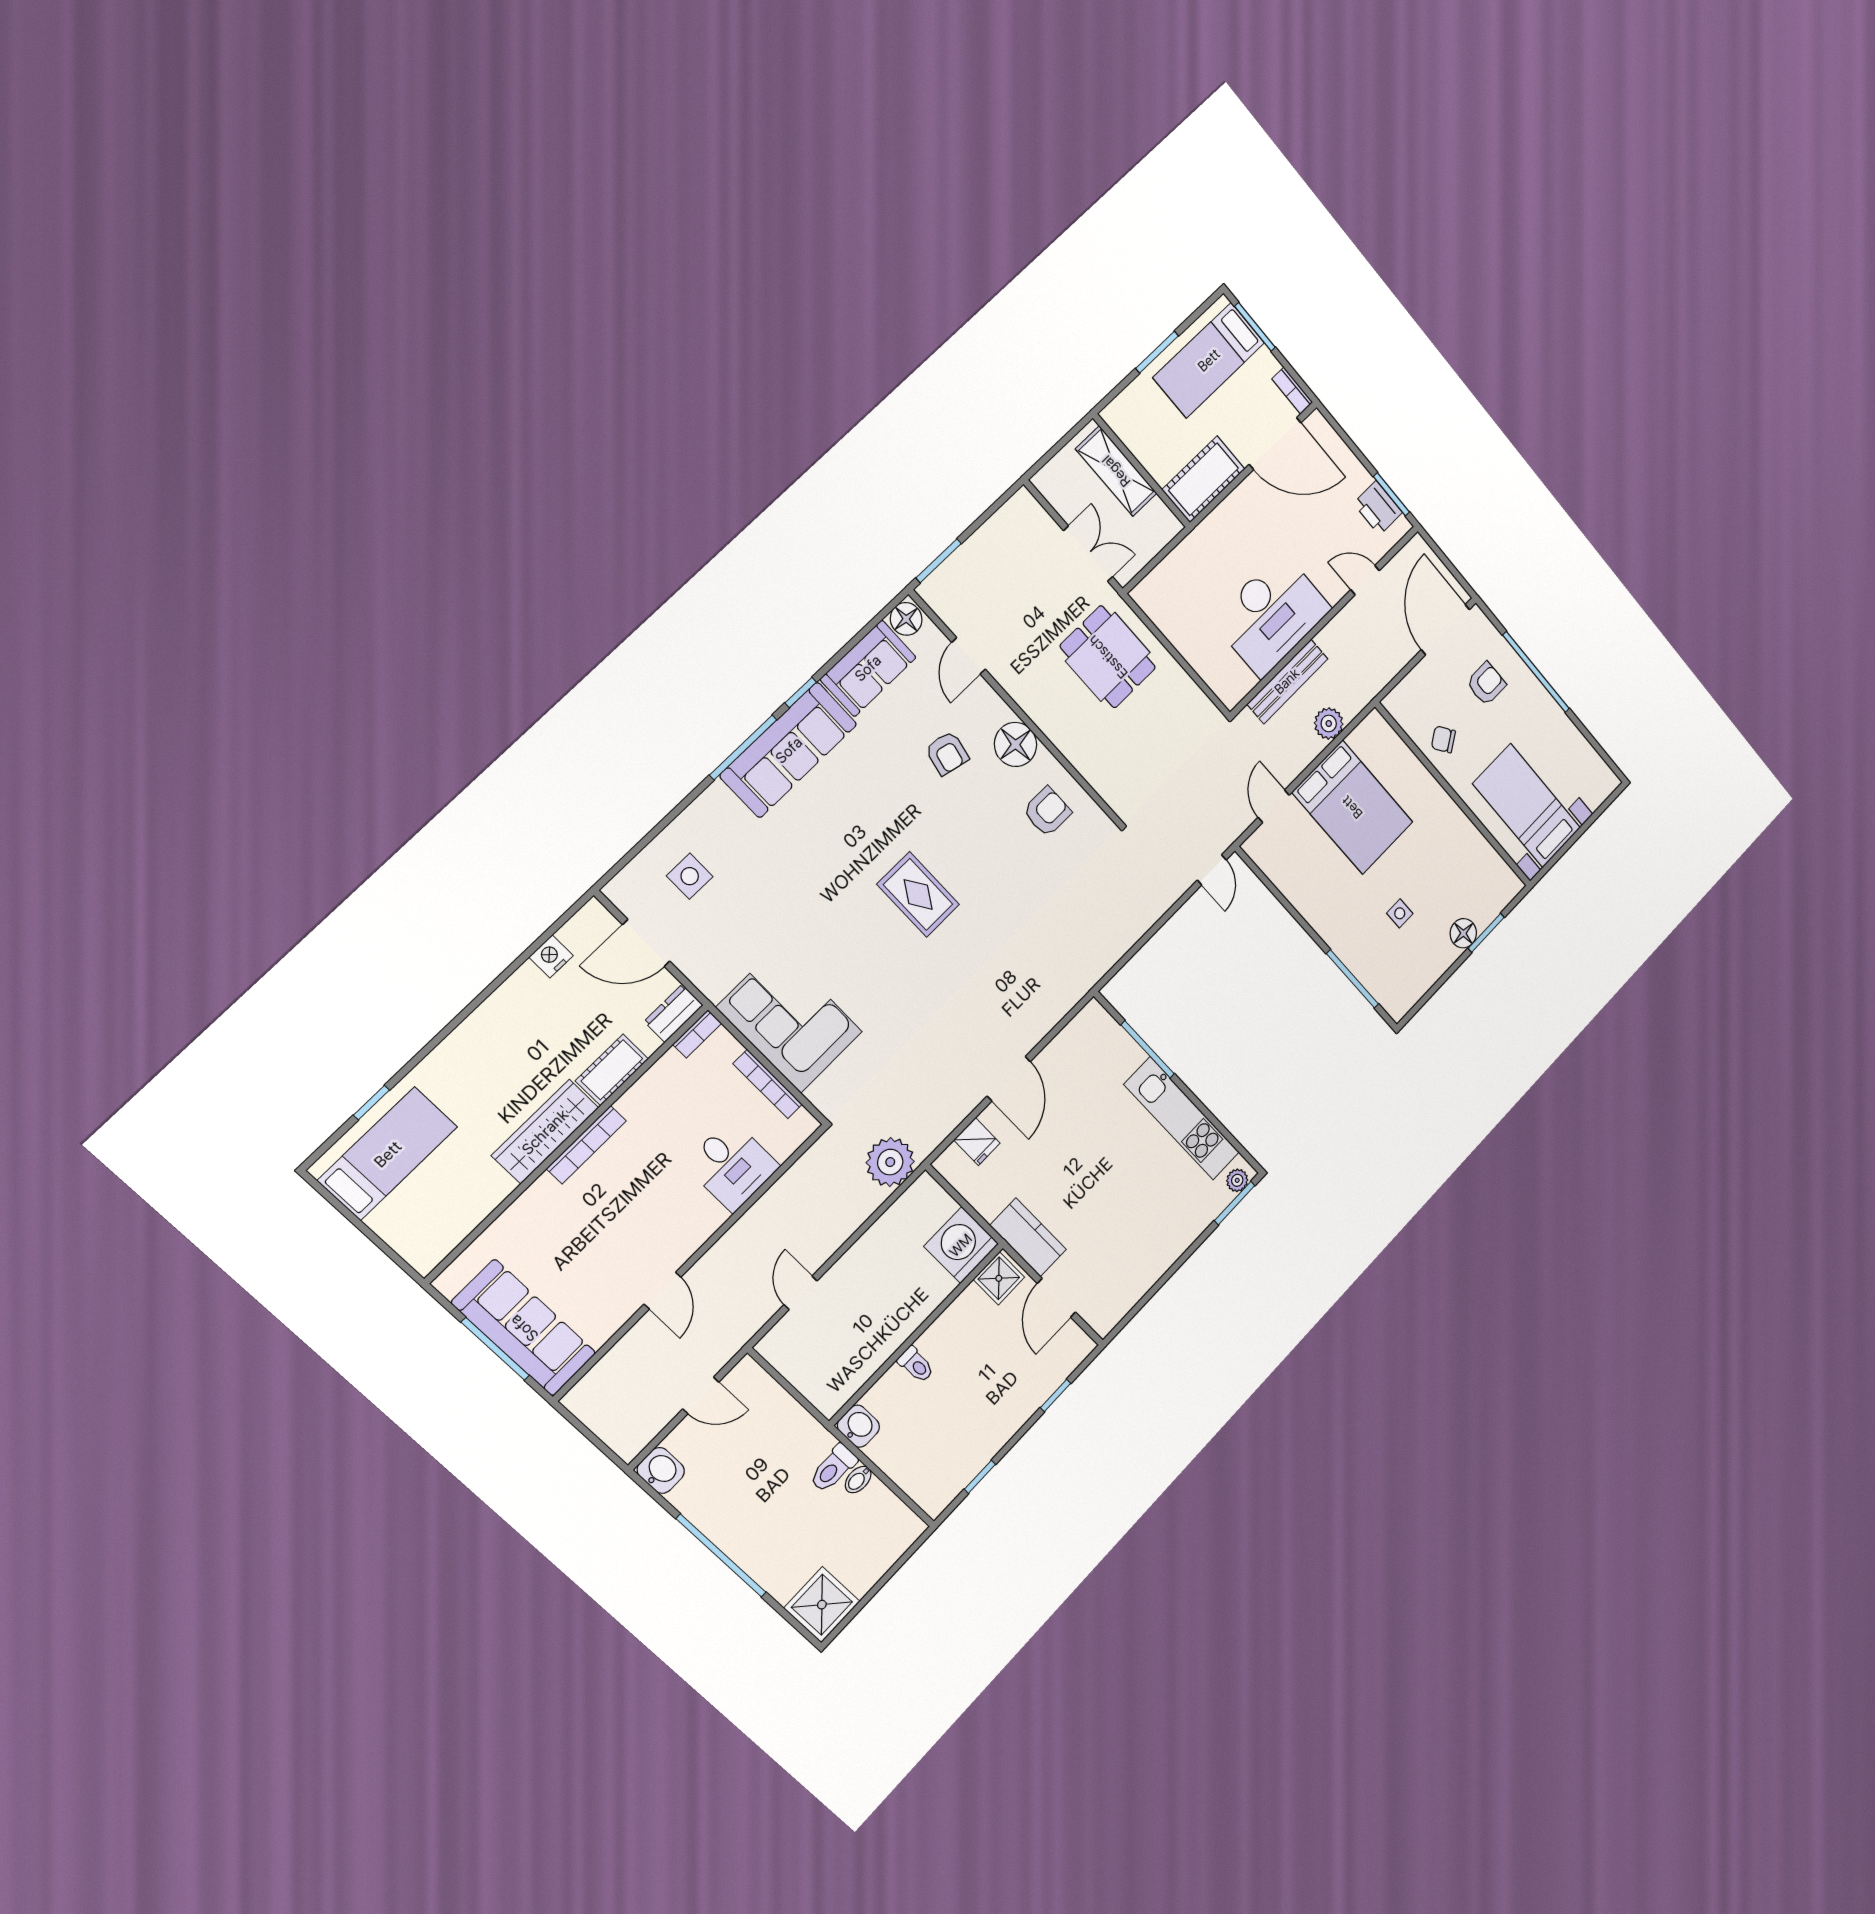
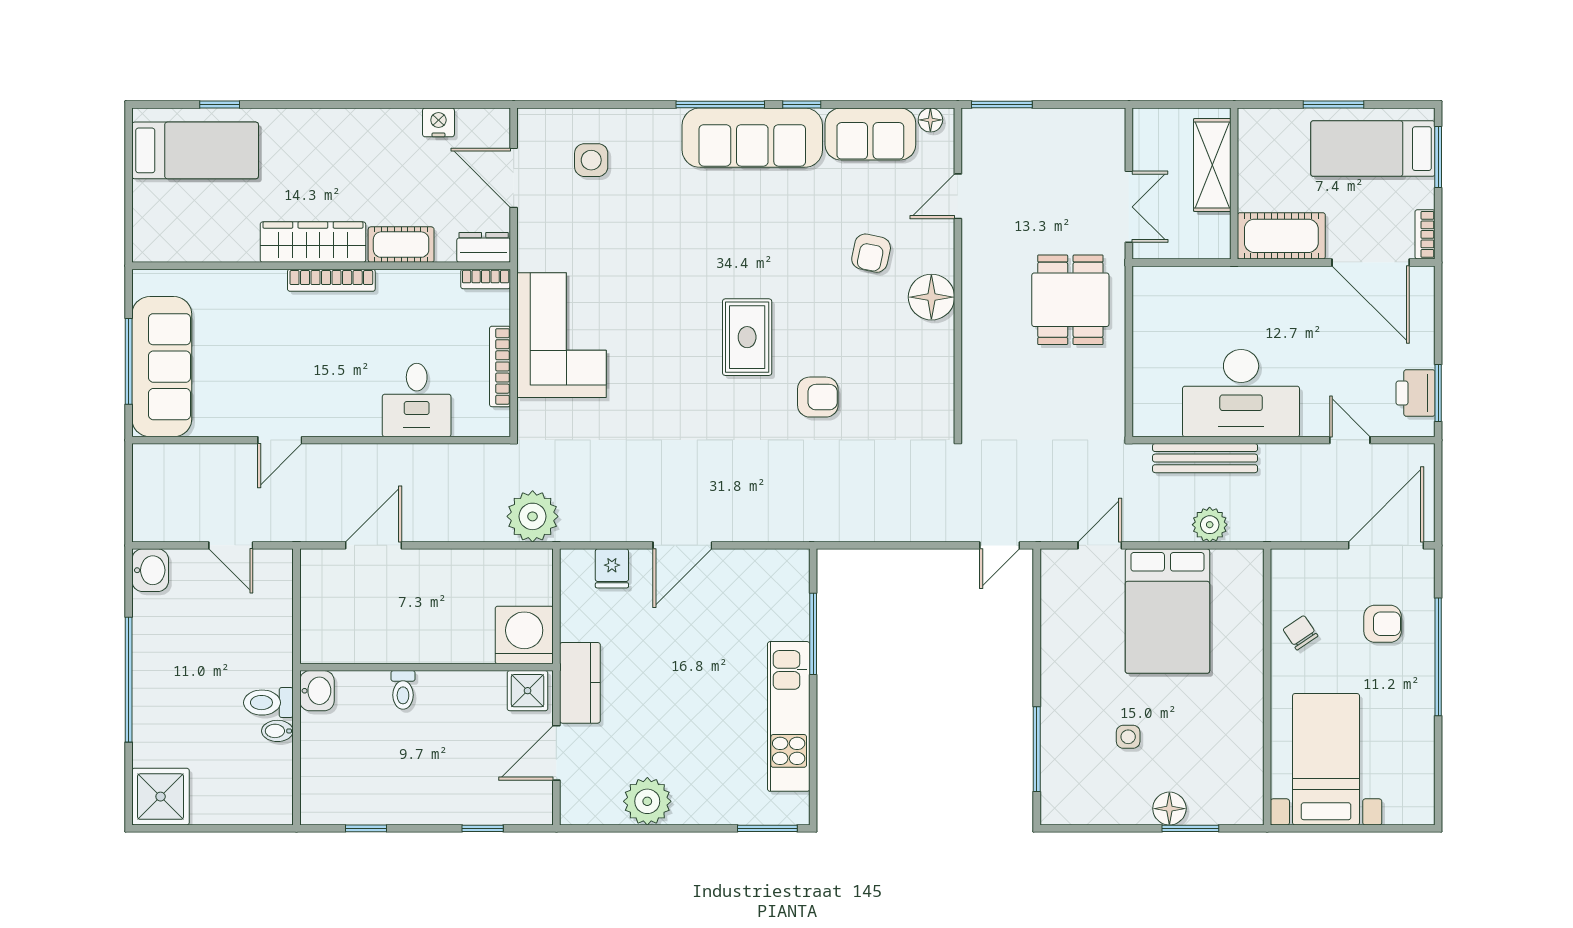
floor lamp: (906, 619) -> (930, 120), width x0.73, depth x0.73
armchair: (1047, 812) -> (818, 397), moved
plant: (1237, 1180) -> (647, 801), moved, width x1.88, depth x1.88
door: (801, 1293) -> (373, 545), width x1.38

